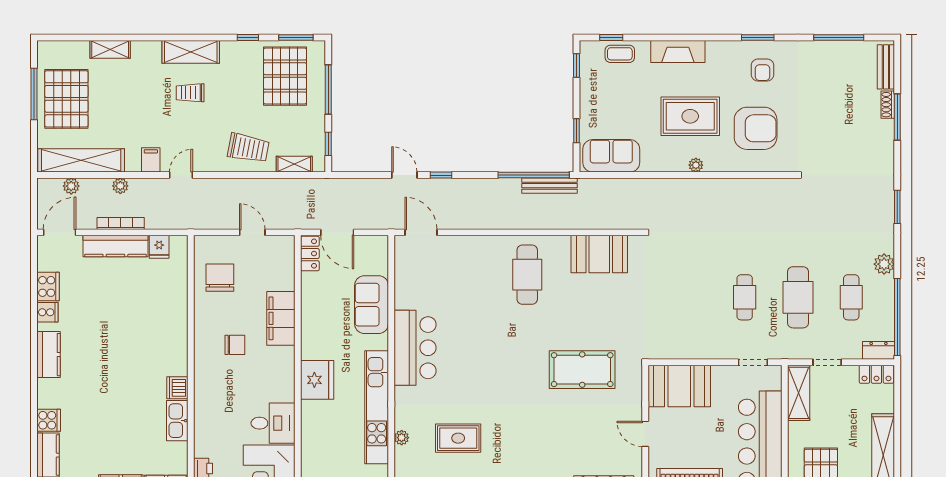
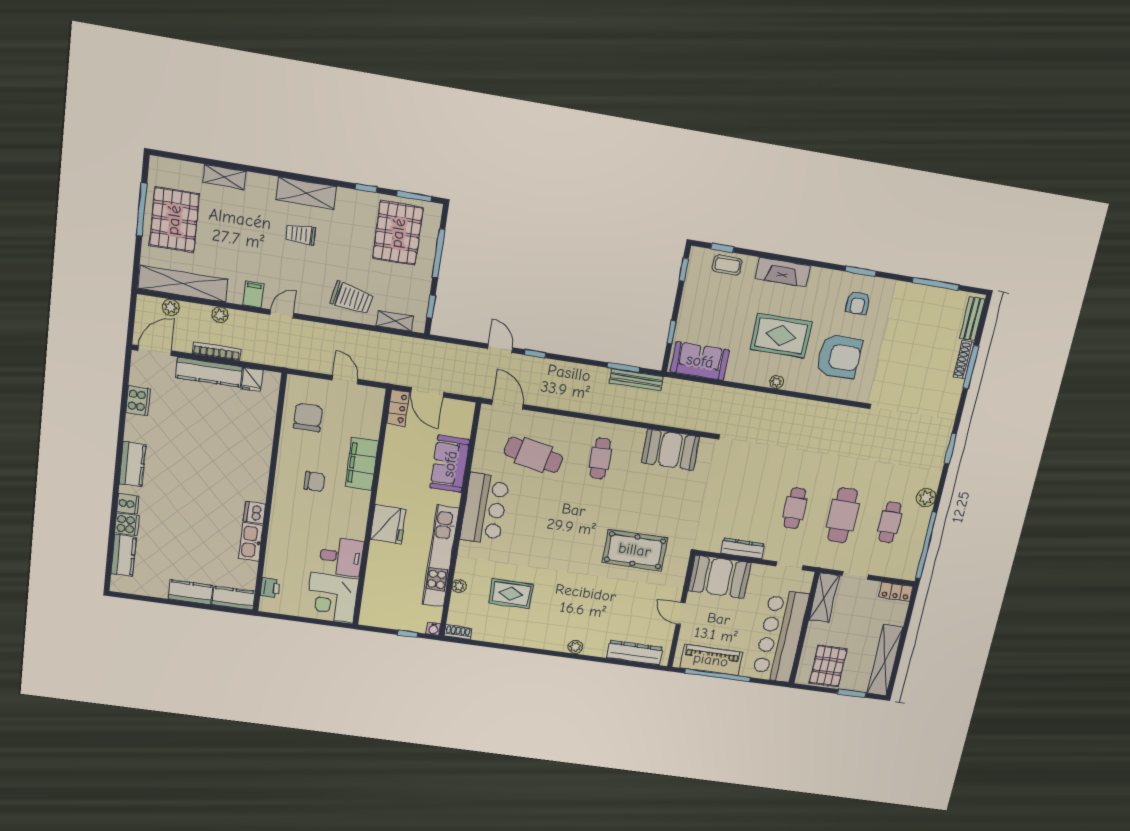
shoe rack: (888, 105) -> (964, 360), width x1.43
window: (534, 175) -> (623, 368), width x0.47
cafe table: (527, 275) -> (600, 458), width x0.73, depth x0.74
cafe table: (457, 282) -> (533, 455), added
cooker: (47, 312) -> (128, 504), moved
dresser: (879, 350) -> (742, 549), moved, width x1.44

